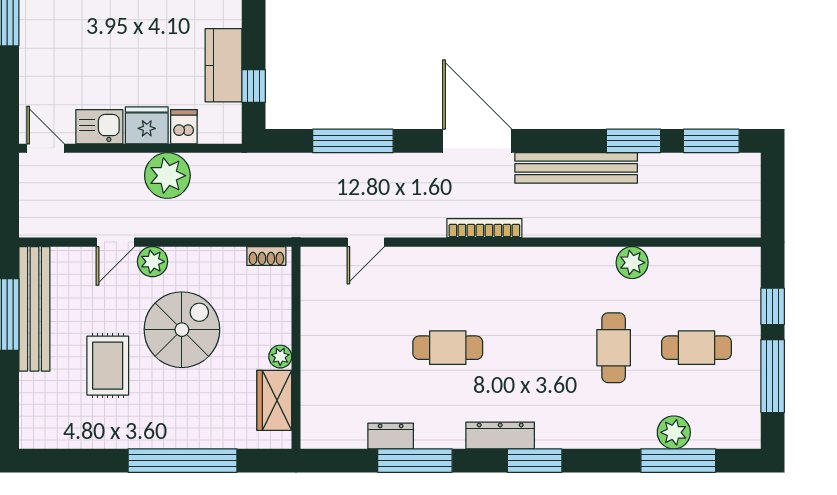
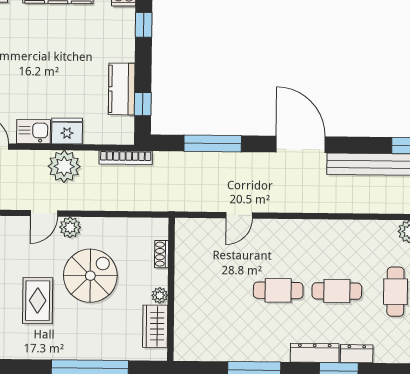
dishwasher: (184, 127) -> (93, 132), removed
plant: (167, 176) -> (64, 166), moved
bookcase: (484, 228) -> (126, 158), moved, turned 180
door: (366, 242) -> (239, 215), moved
shoe rack: (266, 256) -> (162, 254), moved, turned 90
cafe table: (531, 348) -> (337, 291), added
dresser: (391, 436) -> (357, 354), moved

